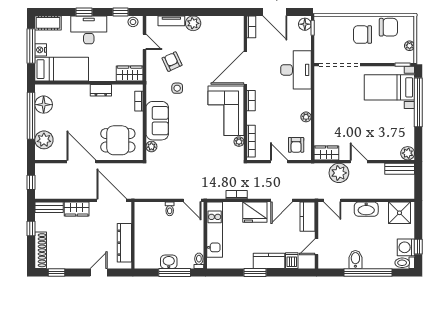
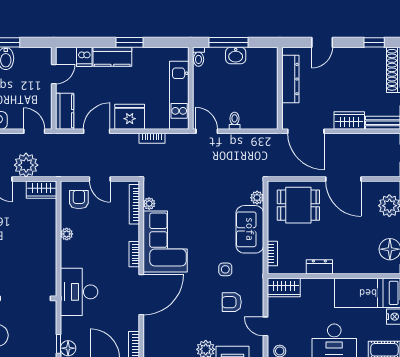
armchair: (172, 62) -> (232, 302), turned 115

